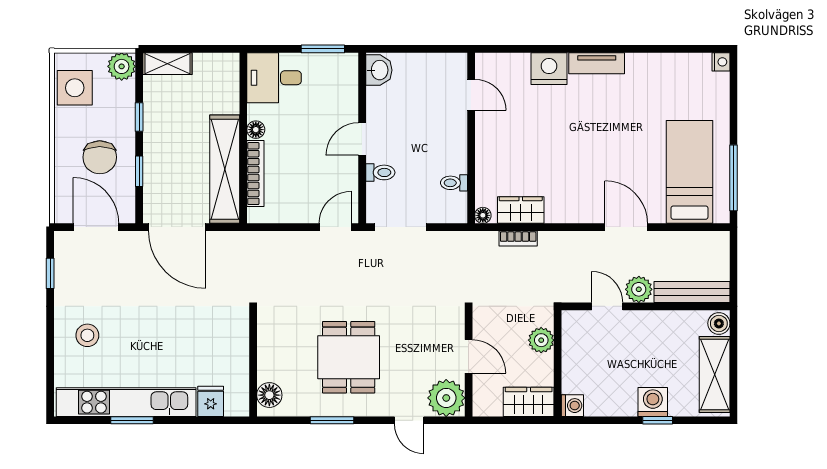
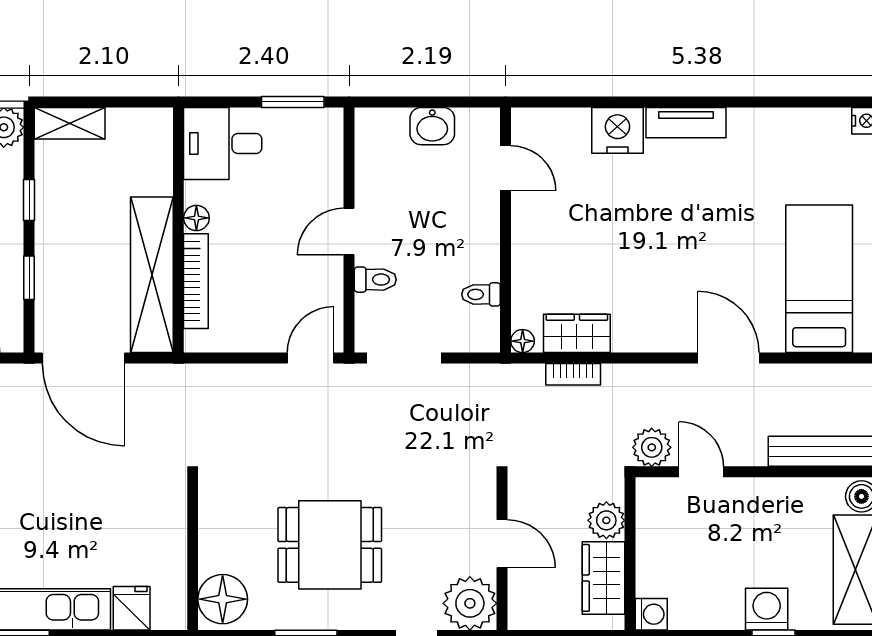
washbasin: (379, 70) -> (432, 126), moved, turned 90
plant: (639, 289) -> (652, 447), moved
dining table: (349, 357) -> (330, 545), turned 90
floor lamp: (269, 395) -> (223, 599), width x1.38, depth x1.38
wardrobe: (529, 402) -> (604, 578), moved, turned -90

